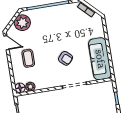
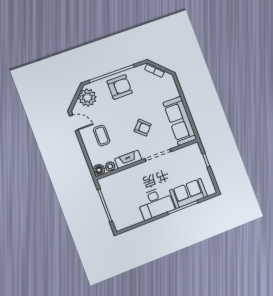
armchair: (52, 19) -> (120, 87), added
fireplace: (47, 84) -> (128, 159), added

